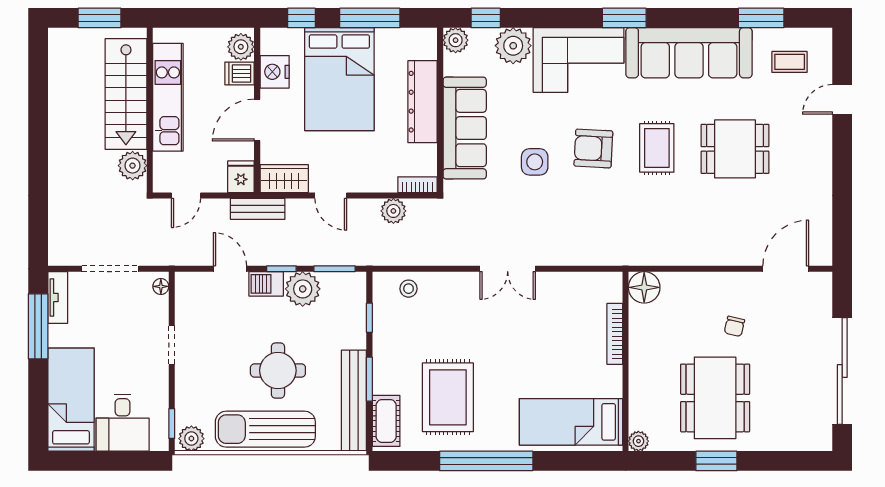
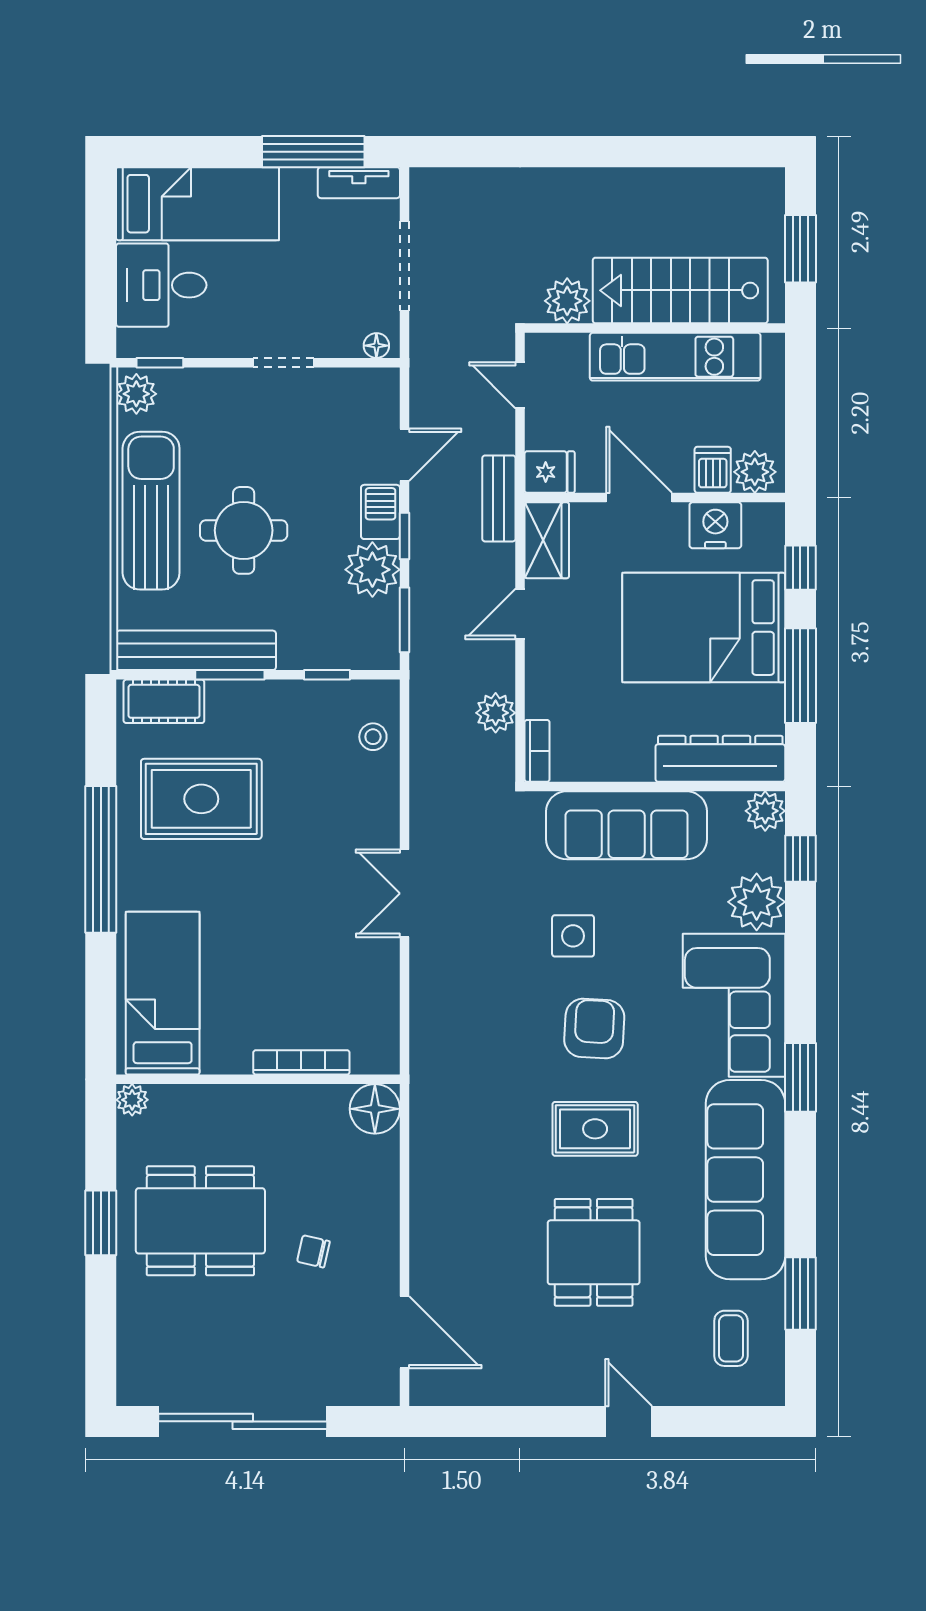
door: (842, 99) -> (629, 1421), moved
dresser: (423, 102) -> (720, 759), moved

